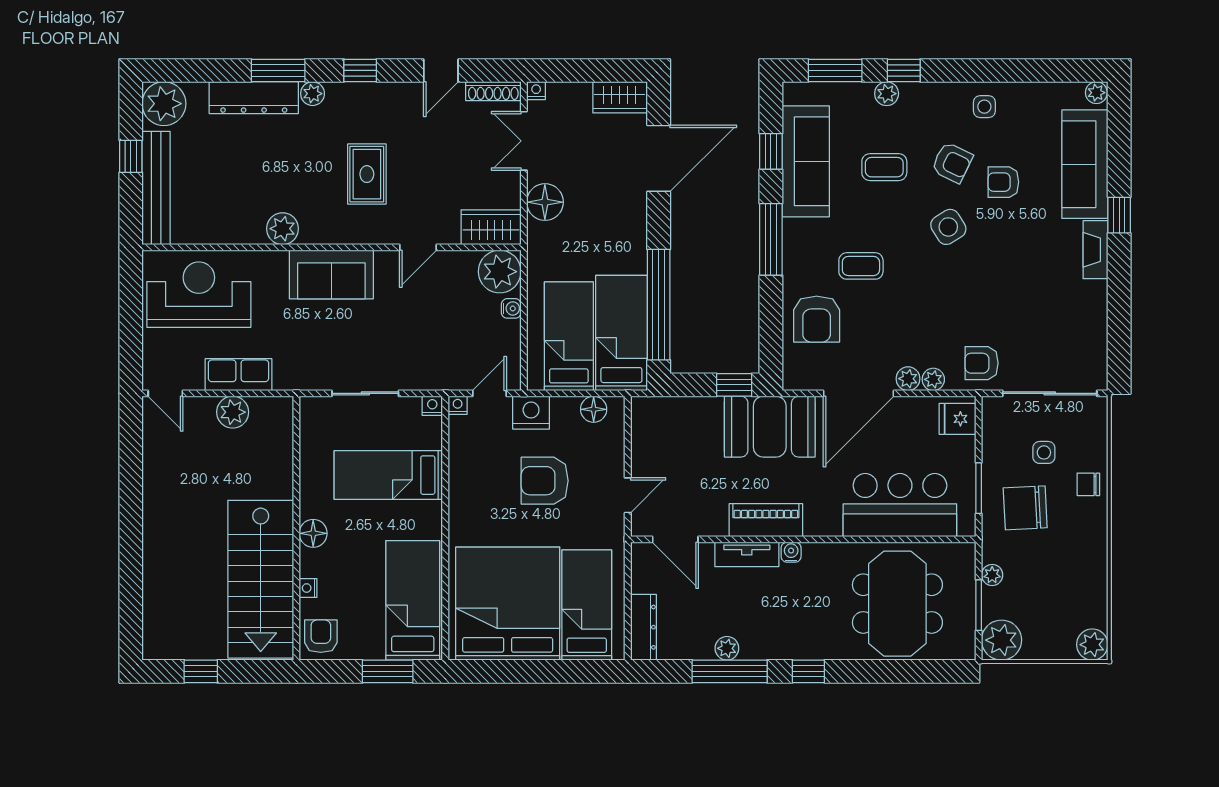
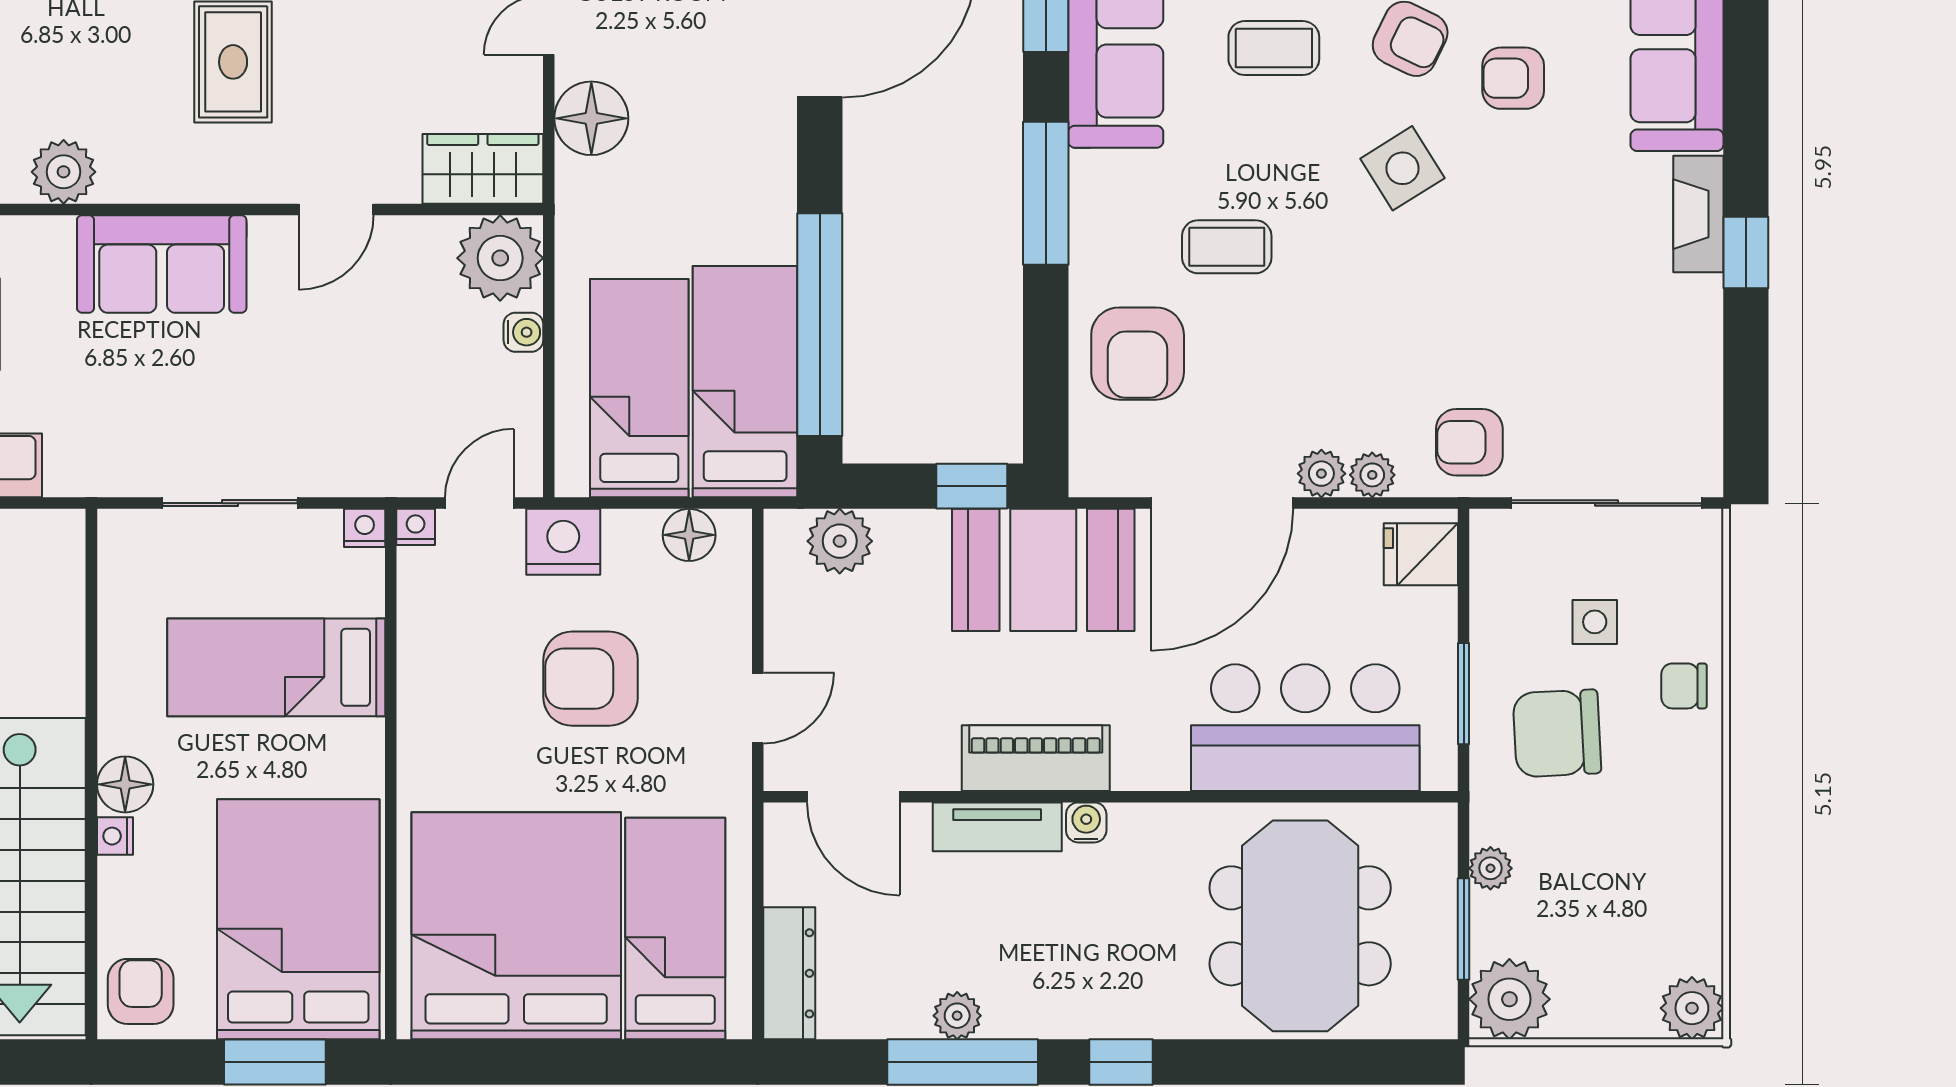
window: (1119, 215) -> (1746, 253), moved
plant: (669, 412) -> (840, 541), added
nightstand: (308, 588) -> (115, 836), moved
bed: (413, 600) -> (298, 919), width x1.50

